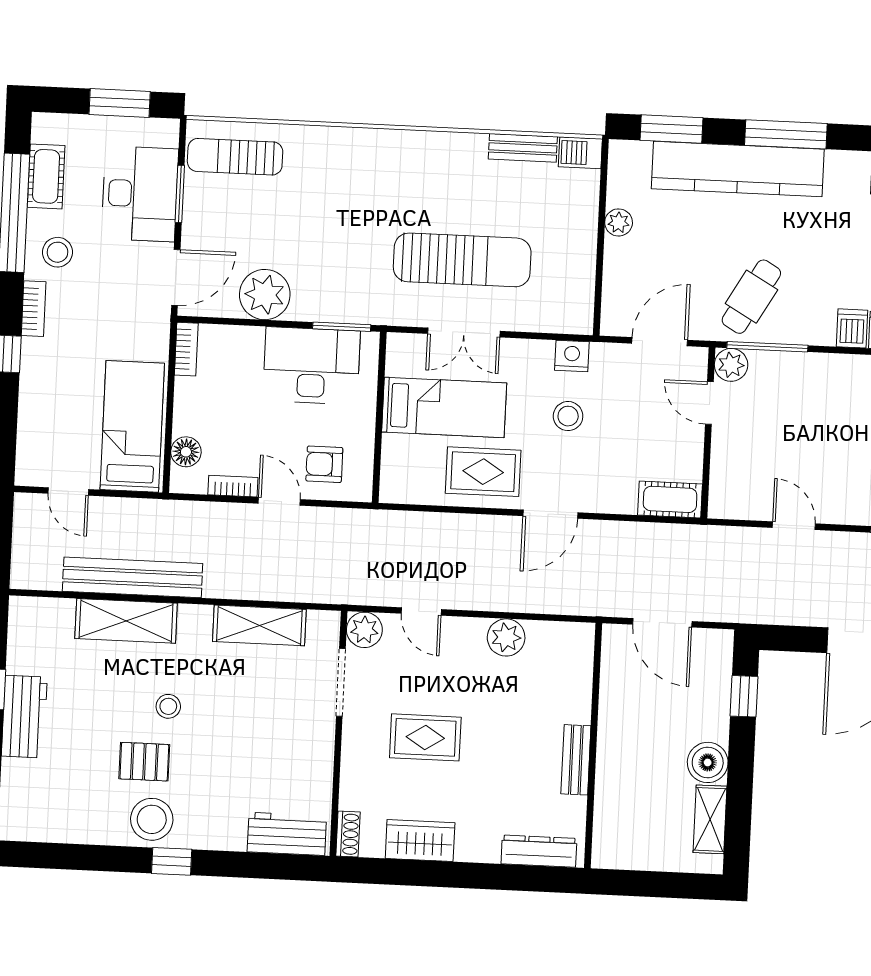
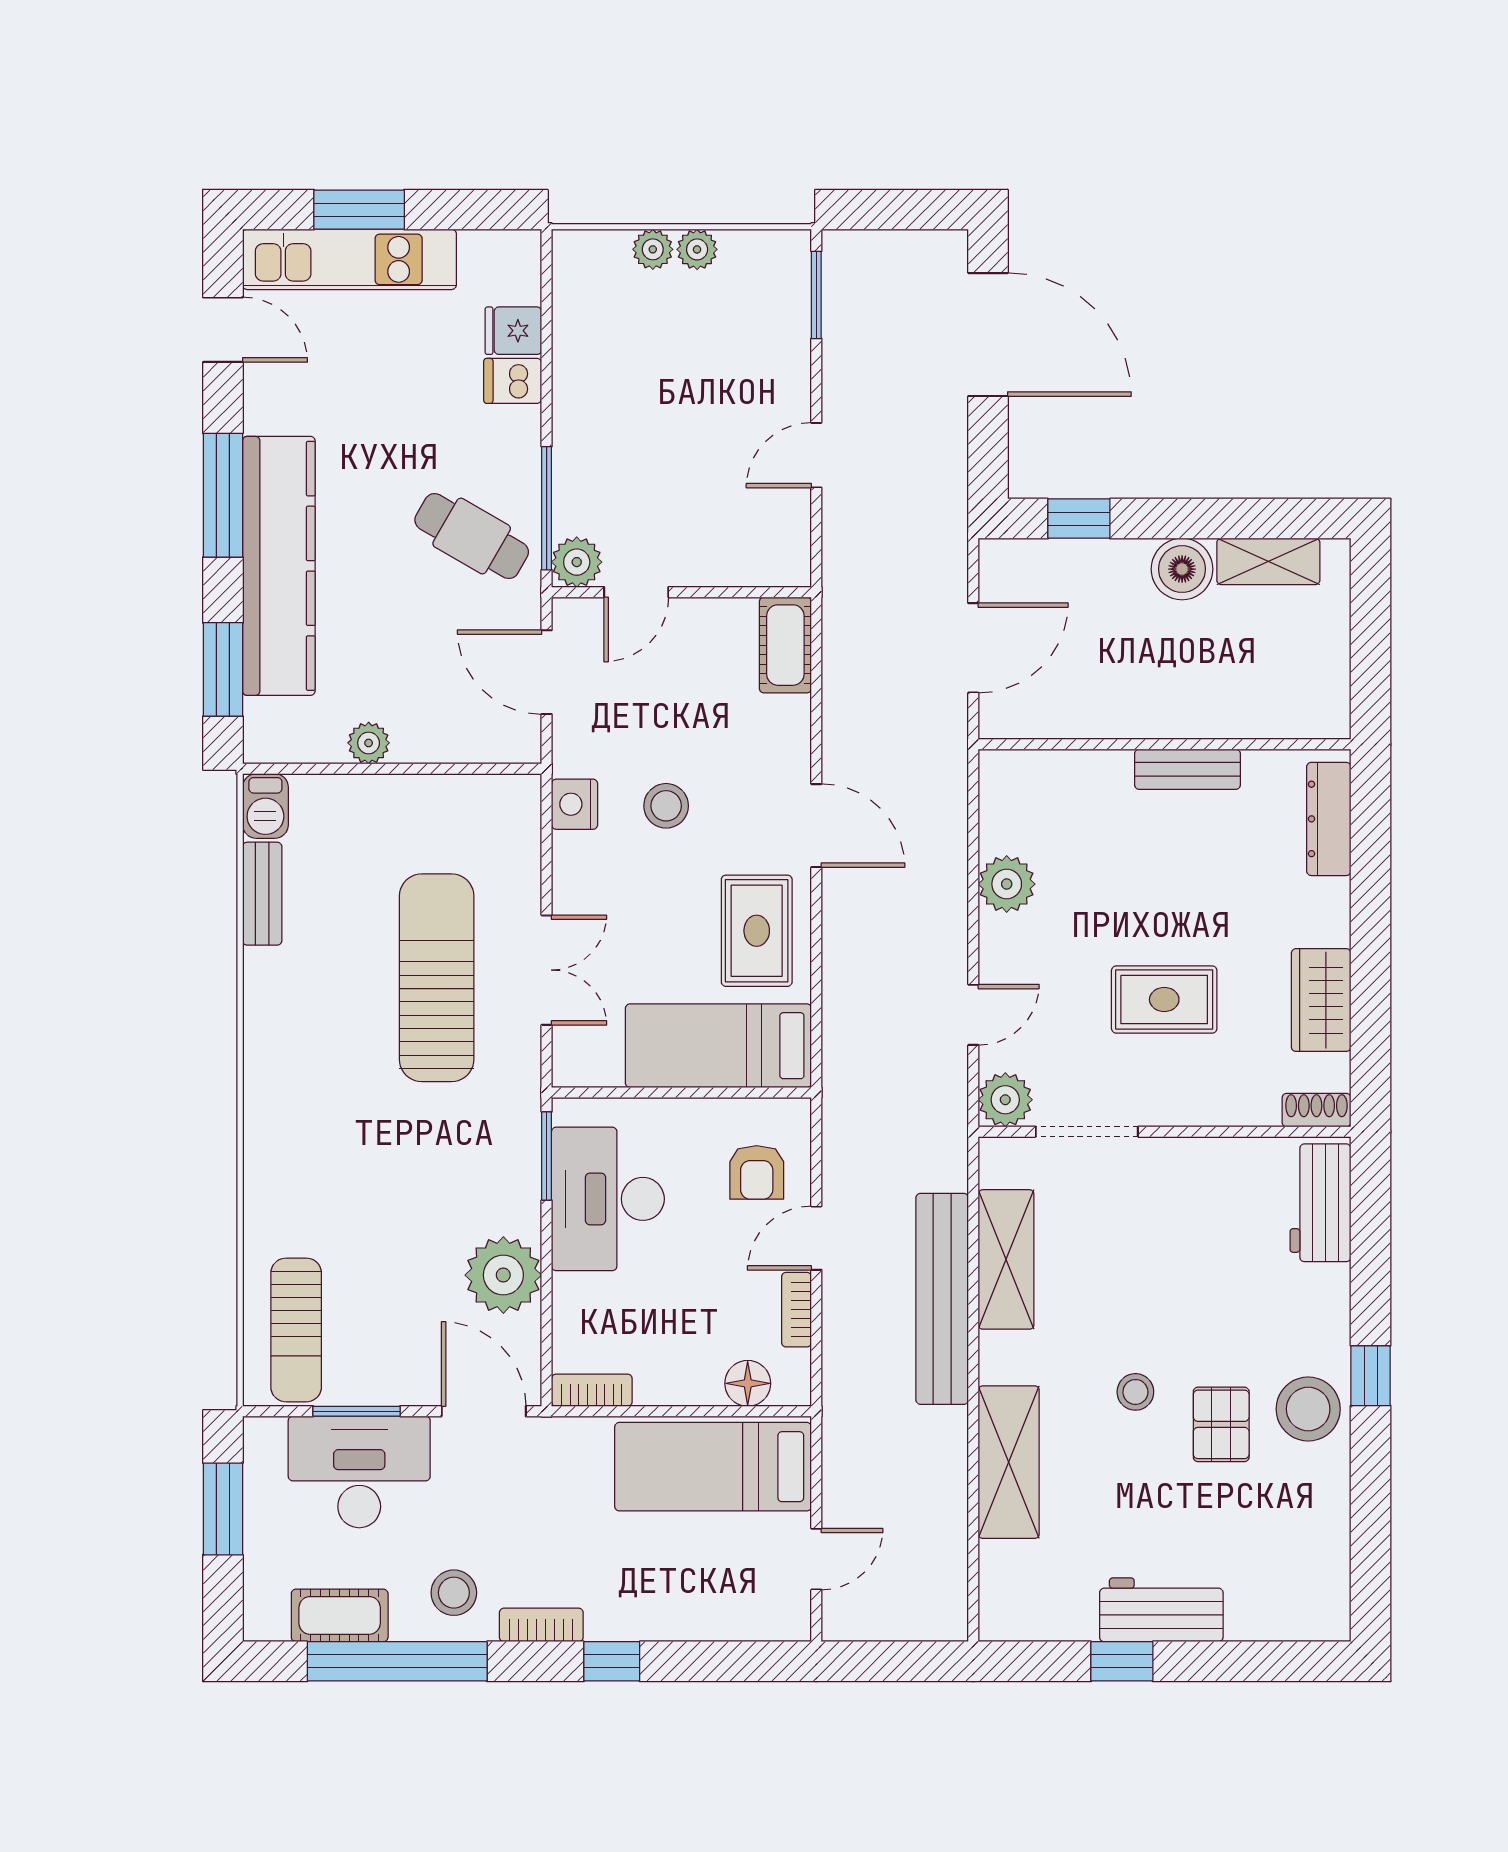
bed: (444, 407) -> (718, 1046), moved, turned -90
bench: (133, 577) -> (942, 1299), moved
rug: (425, 737) -> (1164, 1000), turned 90

